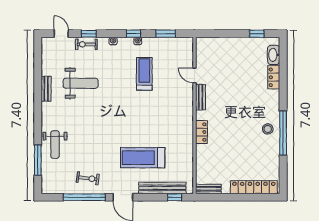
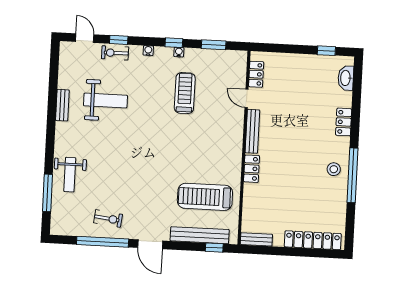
locker: (201, 56) -> (256, 74), added
locker: (274, 77) -> (344, 122), moved
bench: (201, 97) -> (252, 131), width x1.36
treadmill: (143, 158) -> (205, 197), moved

